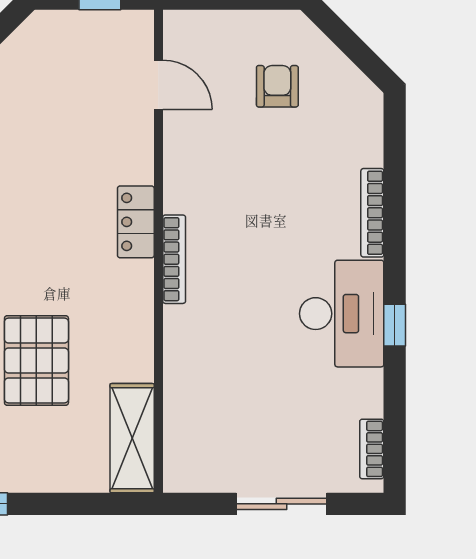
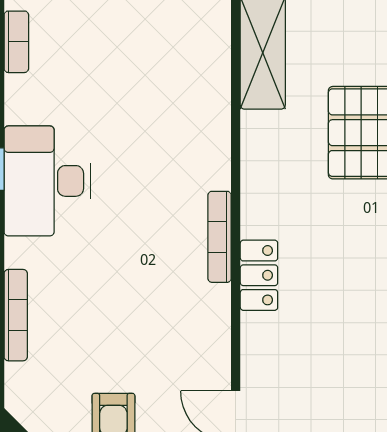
bookcase: (372, 213) -> (16, 315), moved

